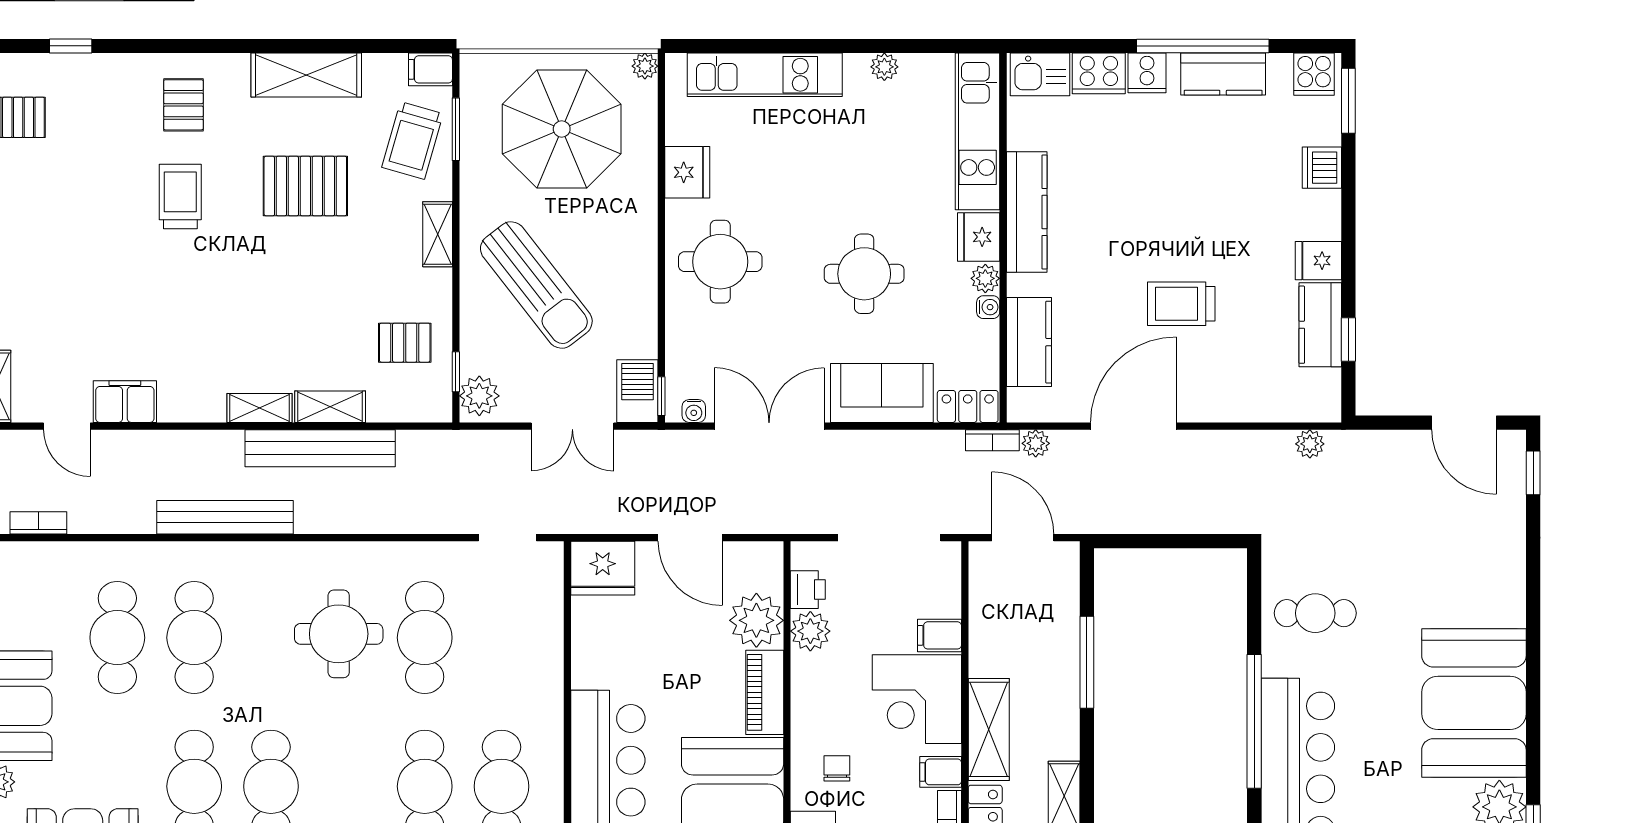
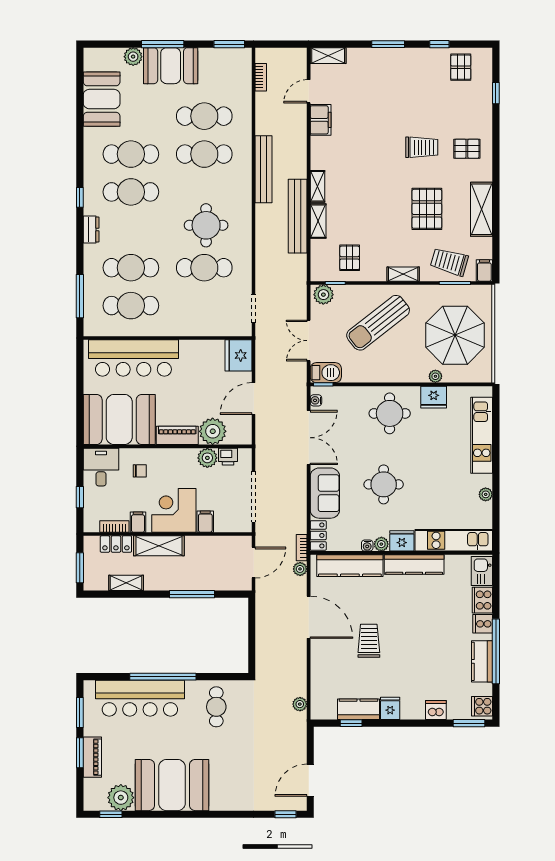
plant: (645, 66) -> (435, 376), moved
kitchen counter: (1029, 342) -> (350, 566), width x1.50

